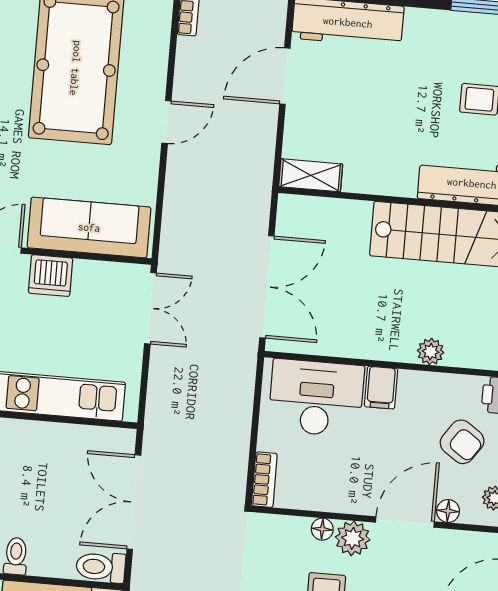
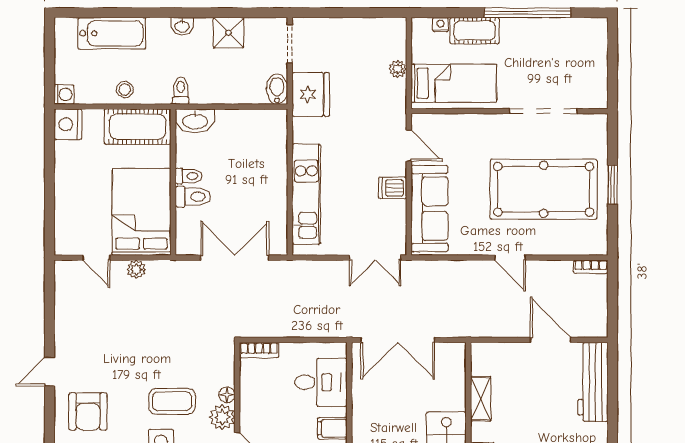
shelving: (311, 175) -> (481, 399), moved
dishwasher: (51, 276) -> (393, 188), width x0.73
desk: (316, 398) -> (321, 382), width x0.73
toilet: (101, 567) -> (193, 197), moved, turned 90

